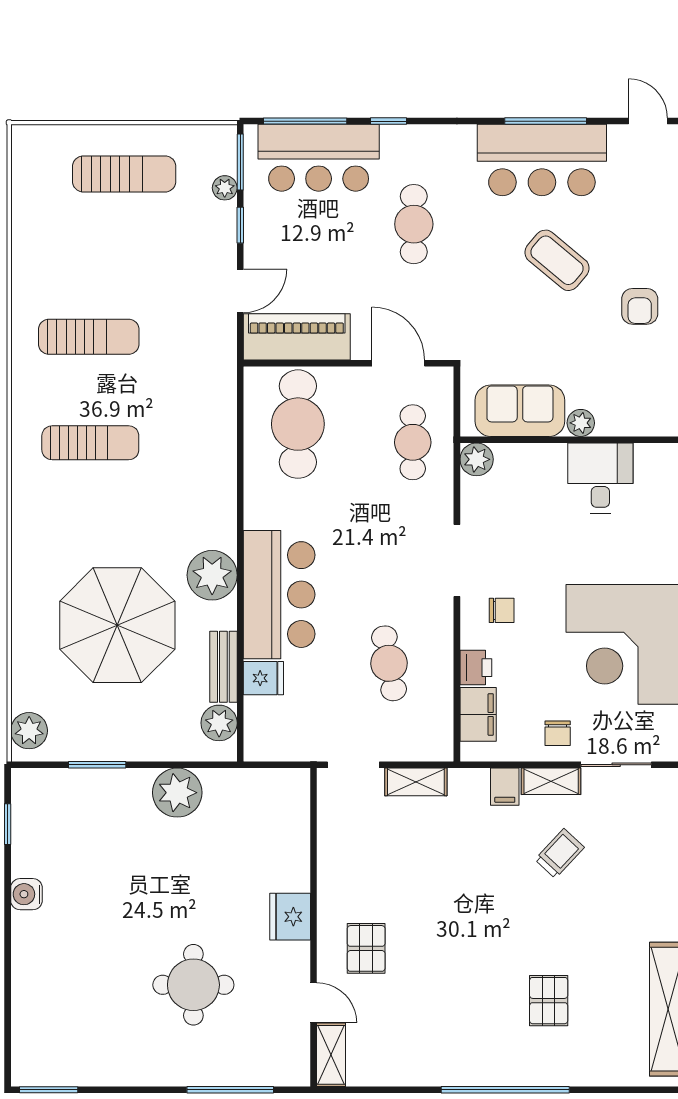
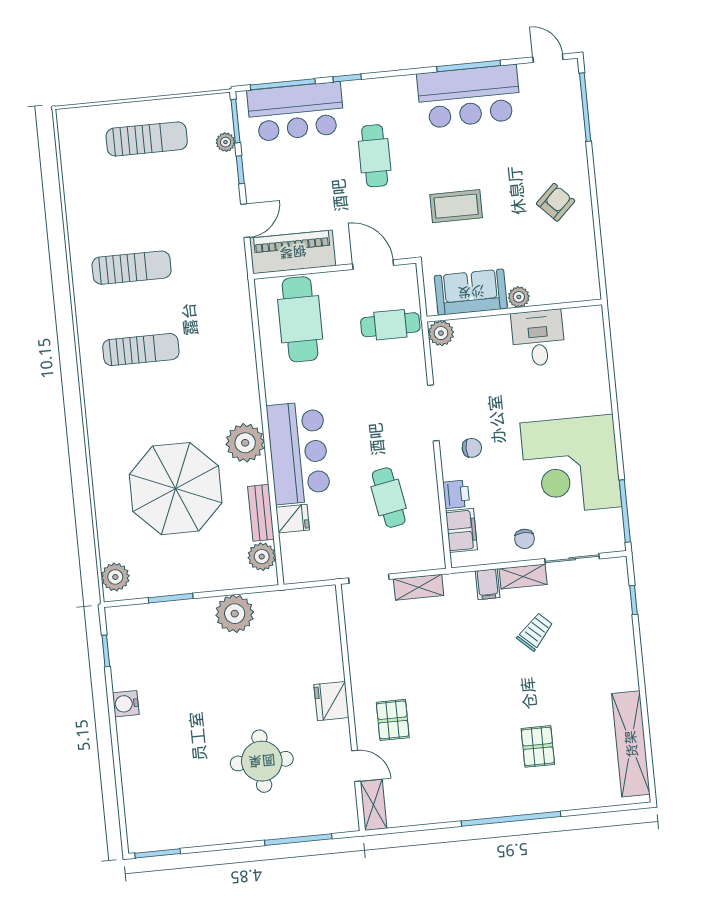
coffee table: (557, 260) -> (456, 206), moved, turned -40
armchair: (640, 306) -> (556, 202), turned -134
cafe table: (413, 442) -> (390, 325), turned 90

